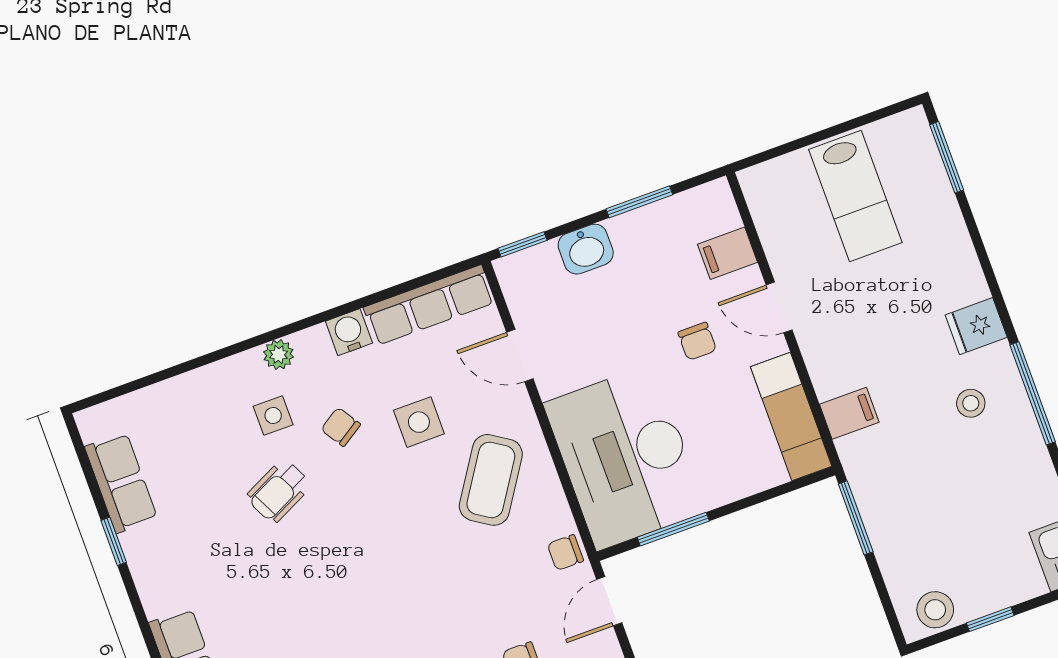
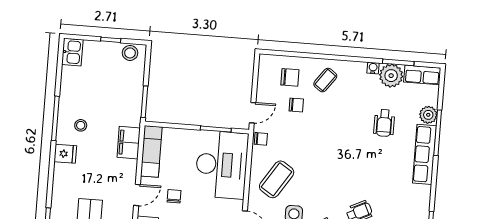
door: (779, 307) -> (137, 195), hinge flipped
filing cabinet: (849, 413) -> (129, 143), width x2.00

